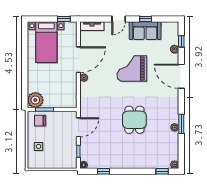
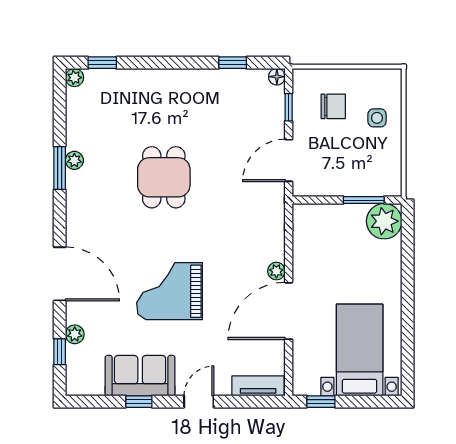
grand piano: (132, 69) -> (170, 291), turned 180
chair: (40, 121) -> (333, 106), moved

